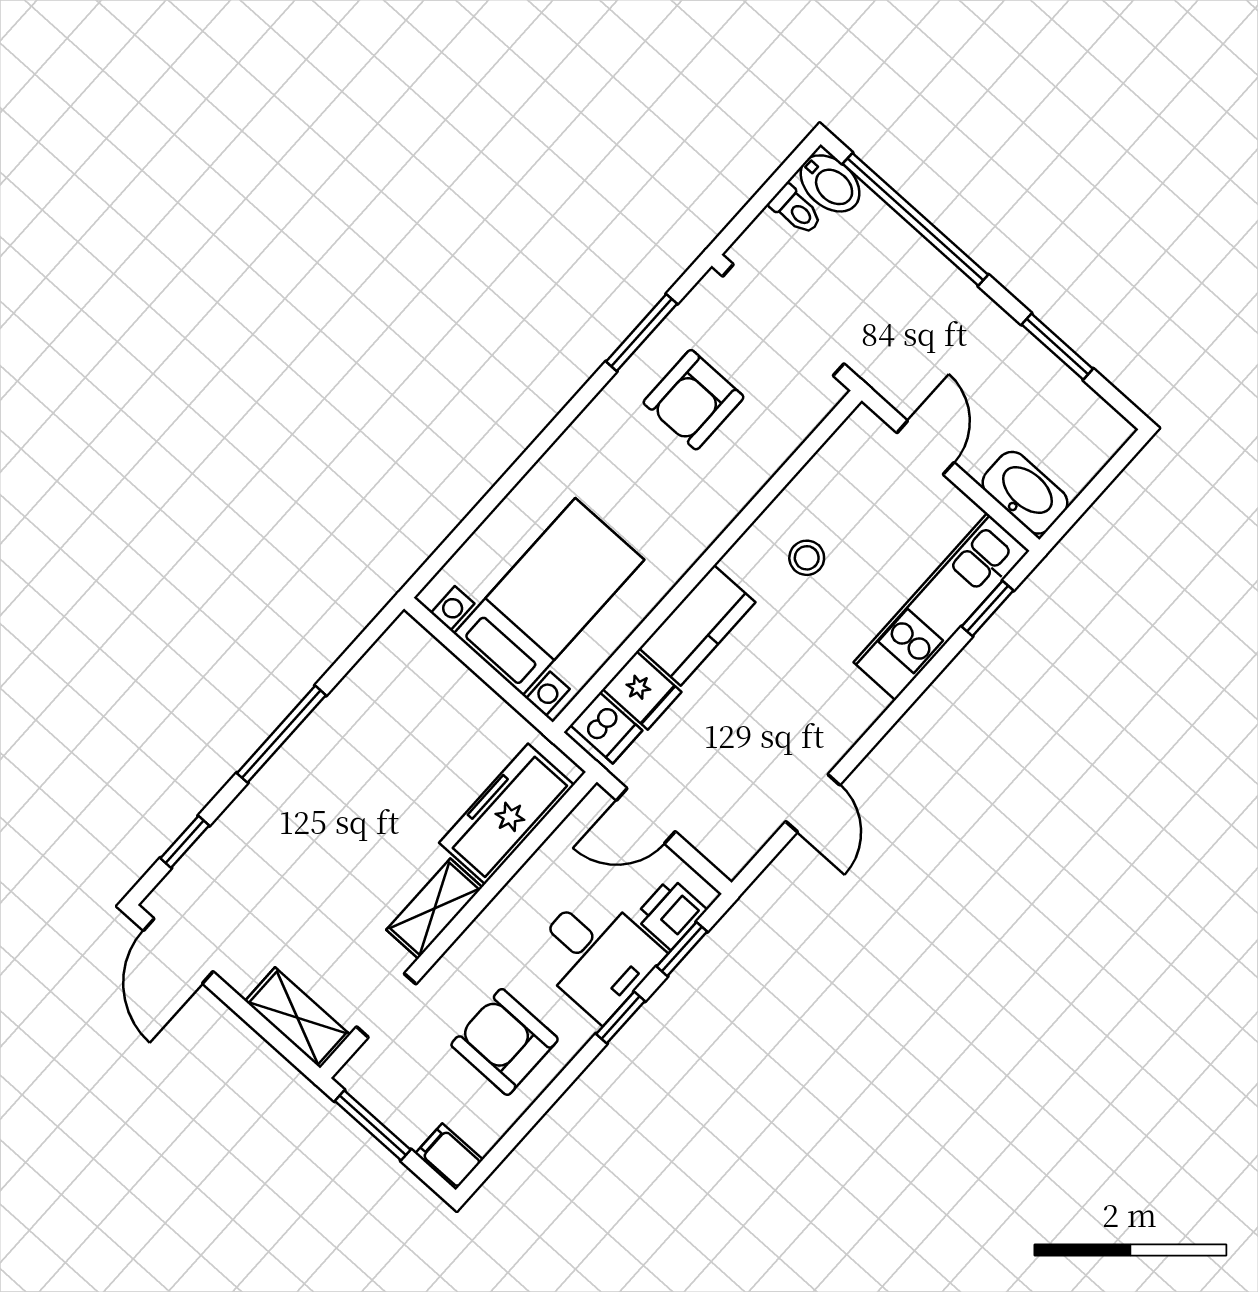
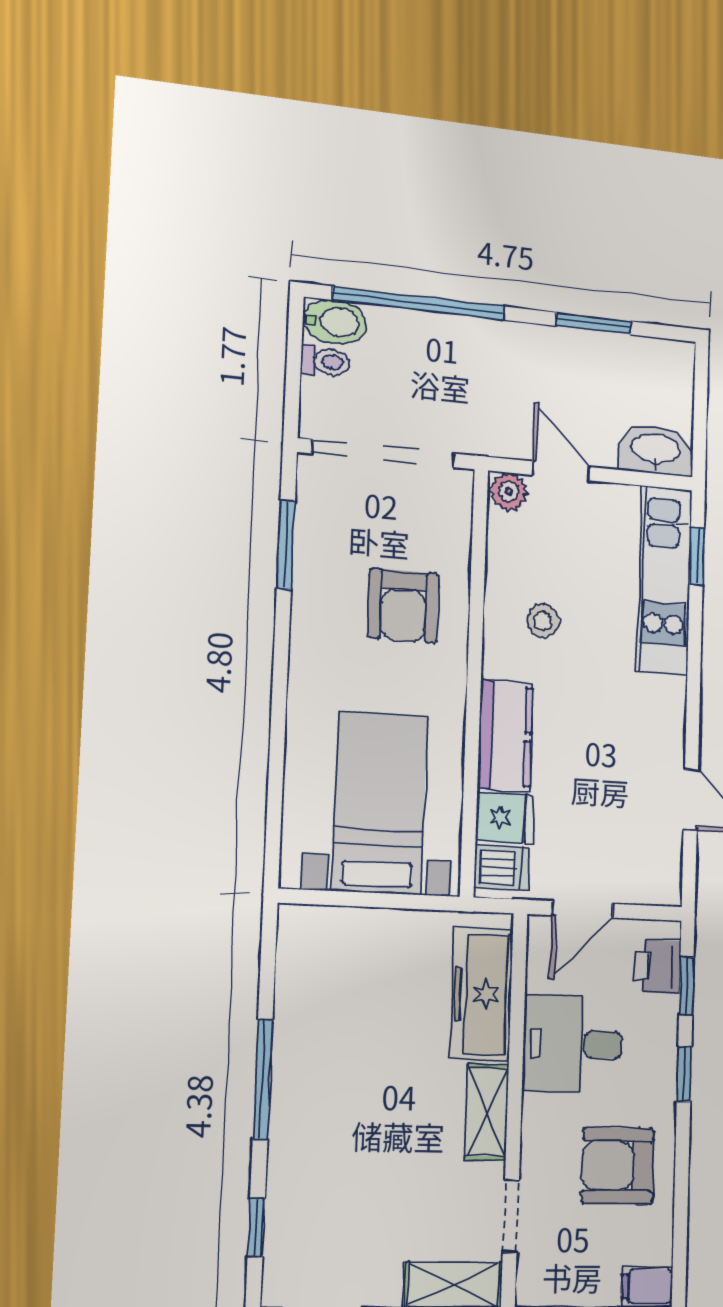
armchair: (694, 400) -> (403, 606), moved
plant: (865, 431) -> (509, 492), added
desk: (596, 955) -> (573, 1044), moved, turned 180

